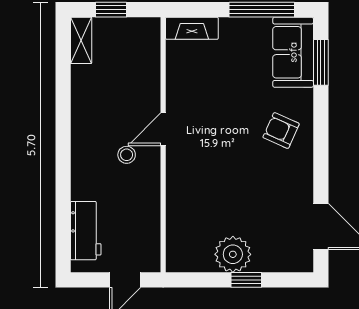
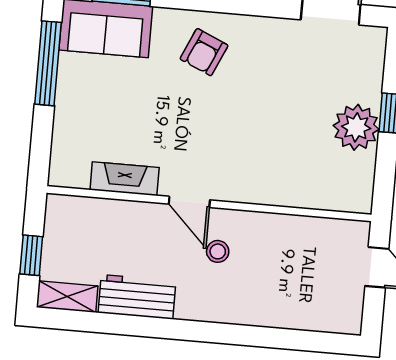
fireplace: (192, 28) -> (125, 179), moved, turned -90
workbench: (86, 231) -> (137, 297), moved

